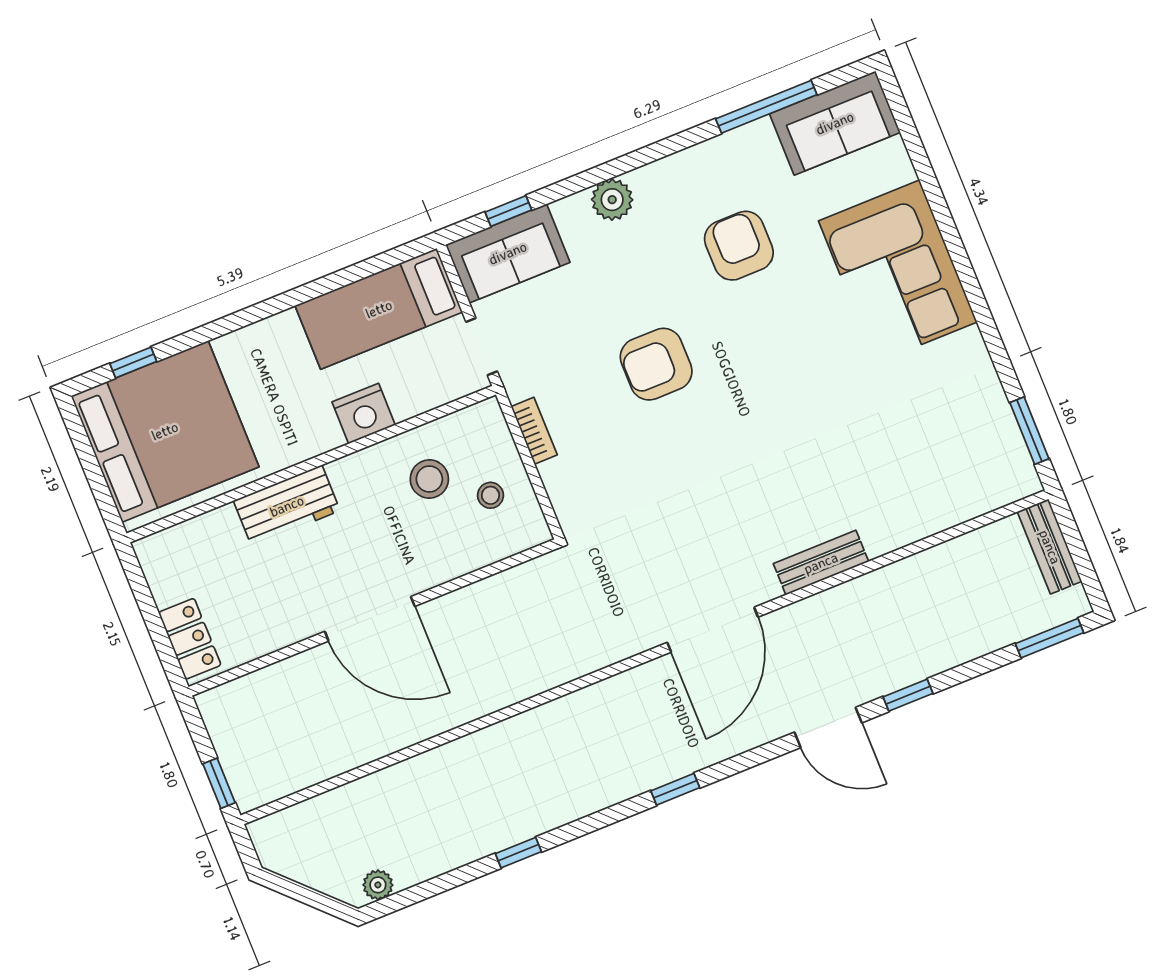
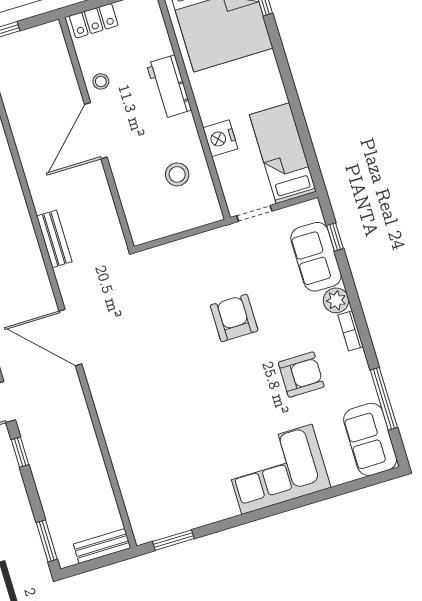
sofa: (508, 253) -> (316, 257), moved
bookcase: (534, 431) -> (351, 331), moved, turned 90
stool: (490, 495) -> (101, 81), moved
bench: (821, 563) -> (54, 239), moved

